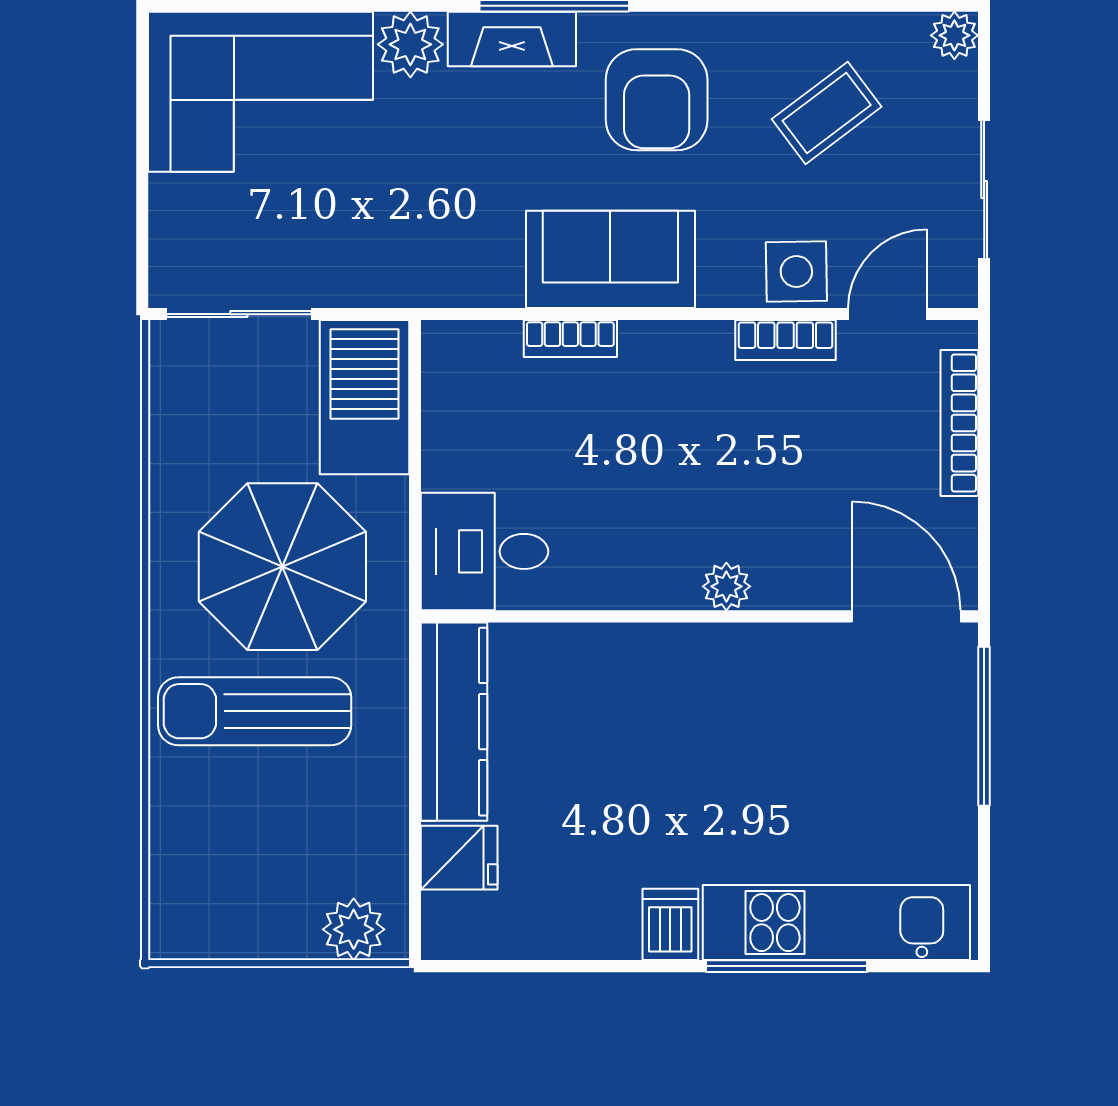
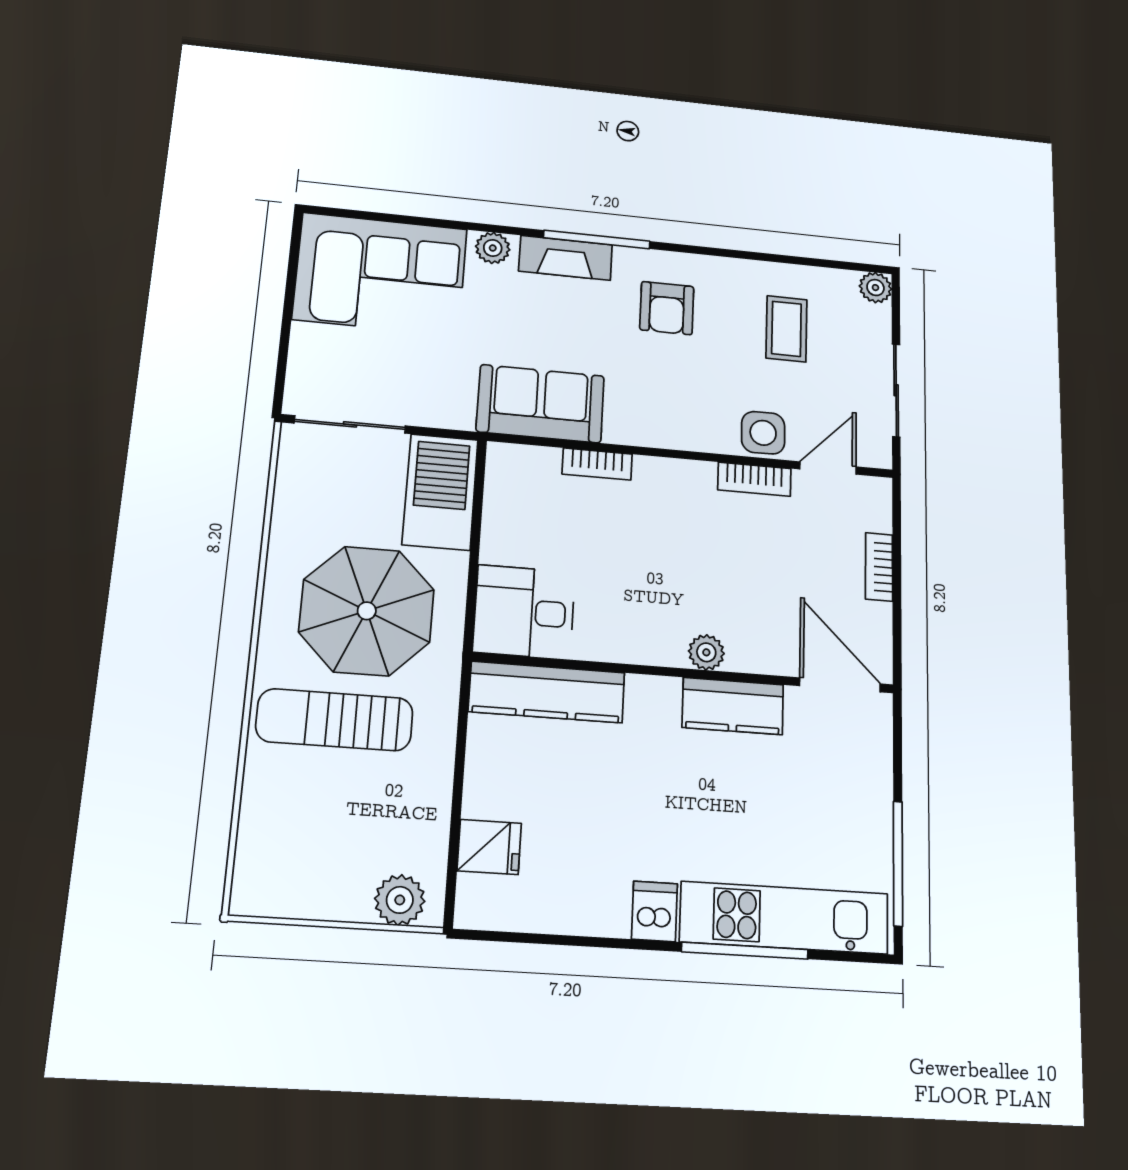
plant: (410, 44) -> (493, 248), width x0.73, depth x0.73
armchair: (657, 100) -> (667, 308), width x0.72, depth x0.72
coffee table: (827, 113) -> (786, 329), turned -53
sofa: (610, 259) -> (541, 404), moved
bookcase: (959, 423) -> (879, 567), width x0.64
kitchen counter: (764, 656) -> (733, 706), added
kitchen counter: (454, 722) -> (547, 692), moved, turned 90
window: (984, 726) -> (898, 863), moved

